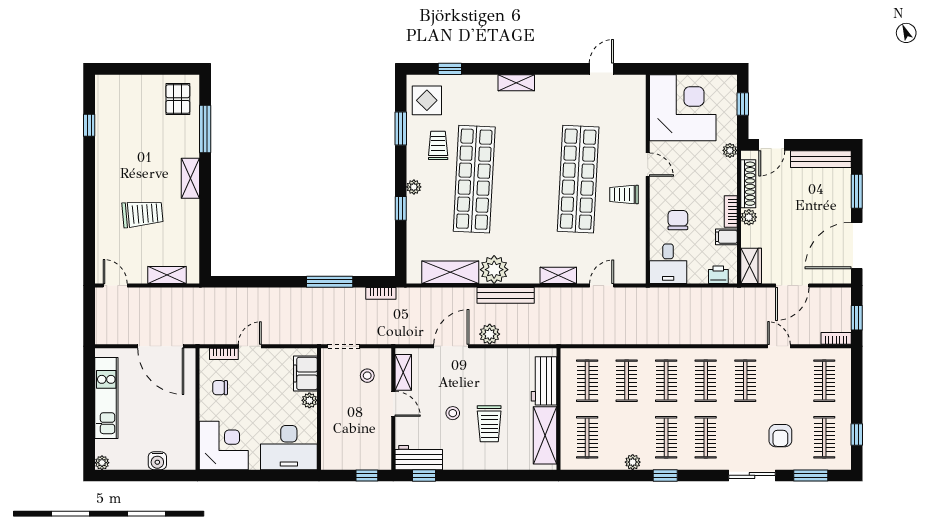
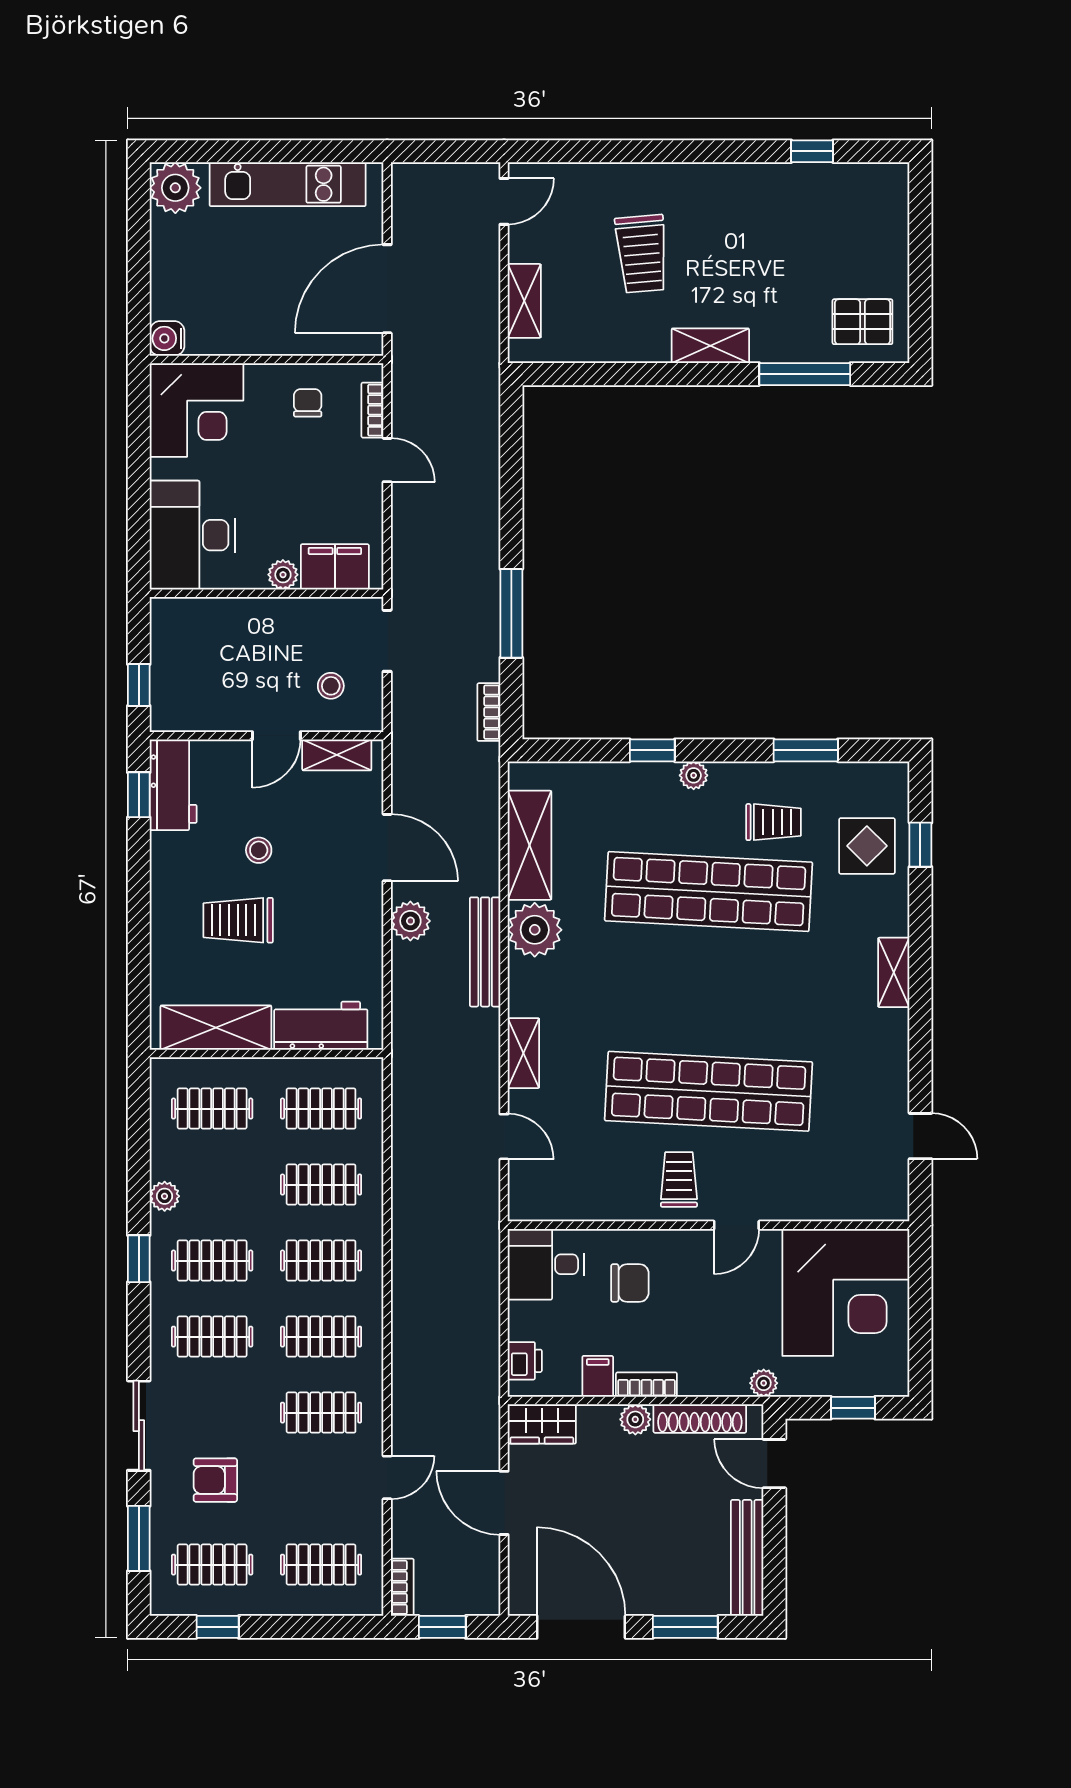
display table: (427, 100) -> (867, 846), moved
water cooler: (157, 461) -> (167, 338), moved
plant: (102, 463) -> (175, 188), width x1.88, depth x1.88

